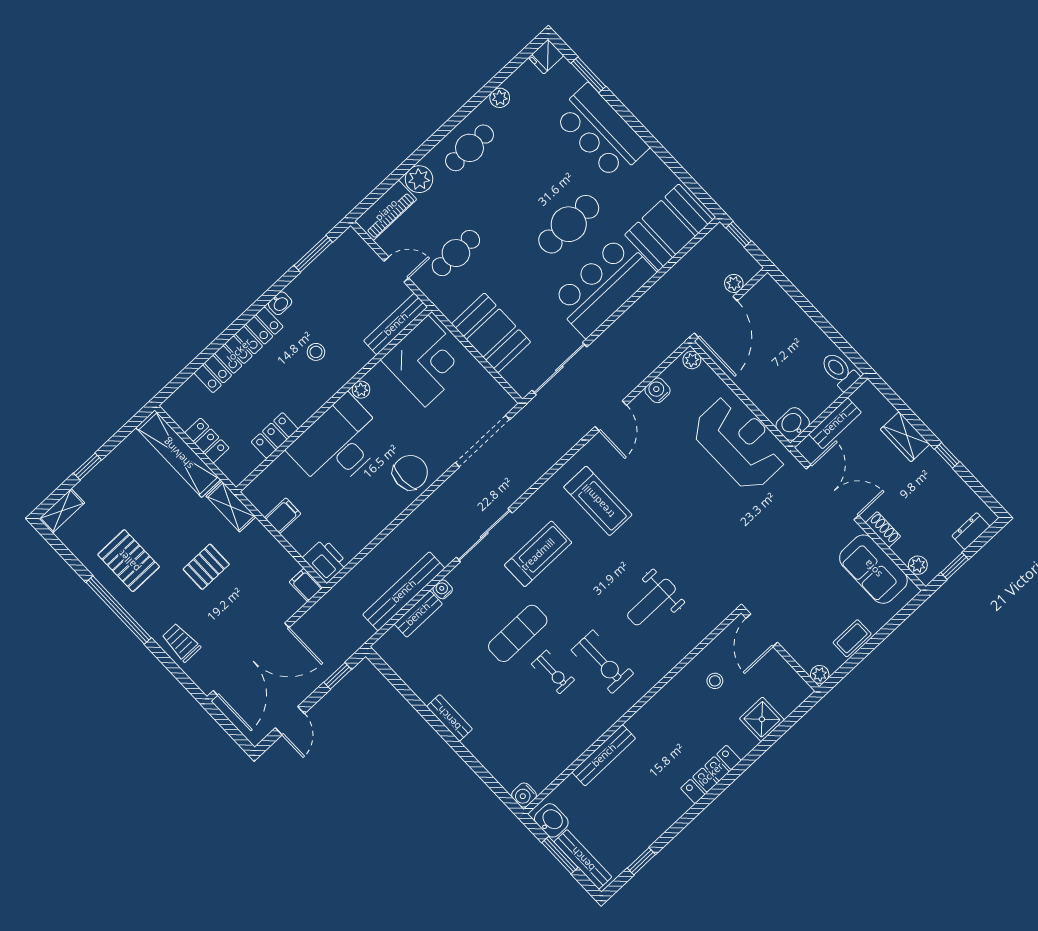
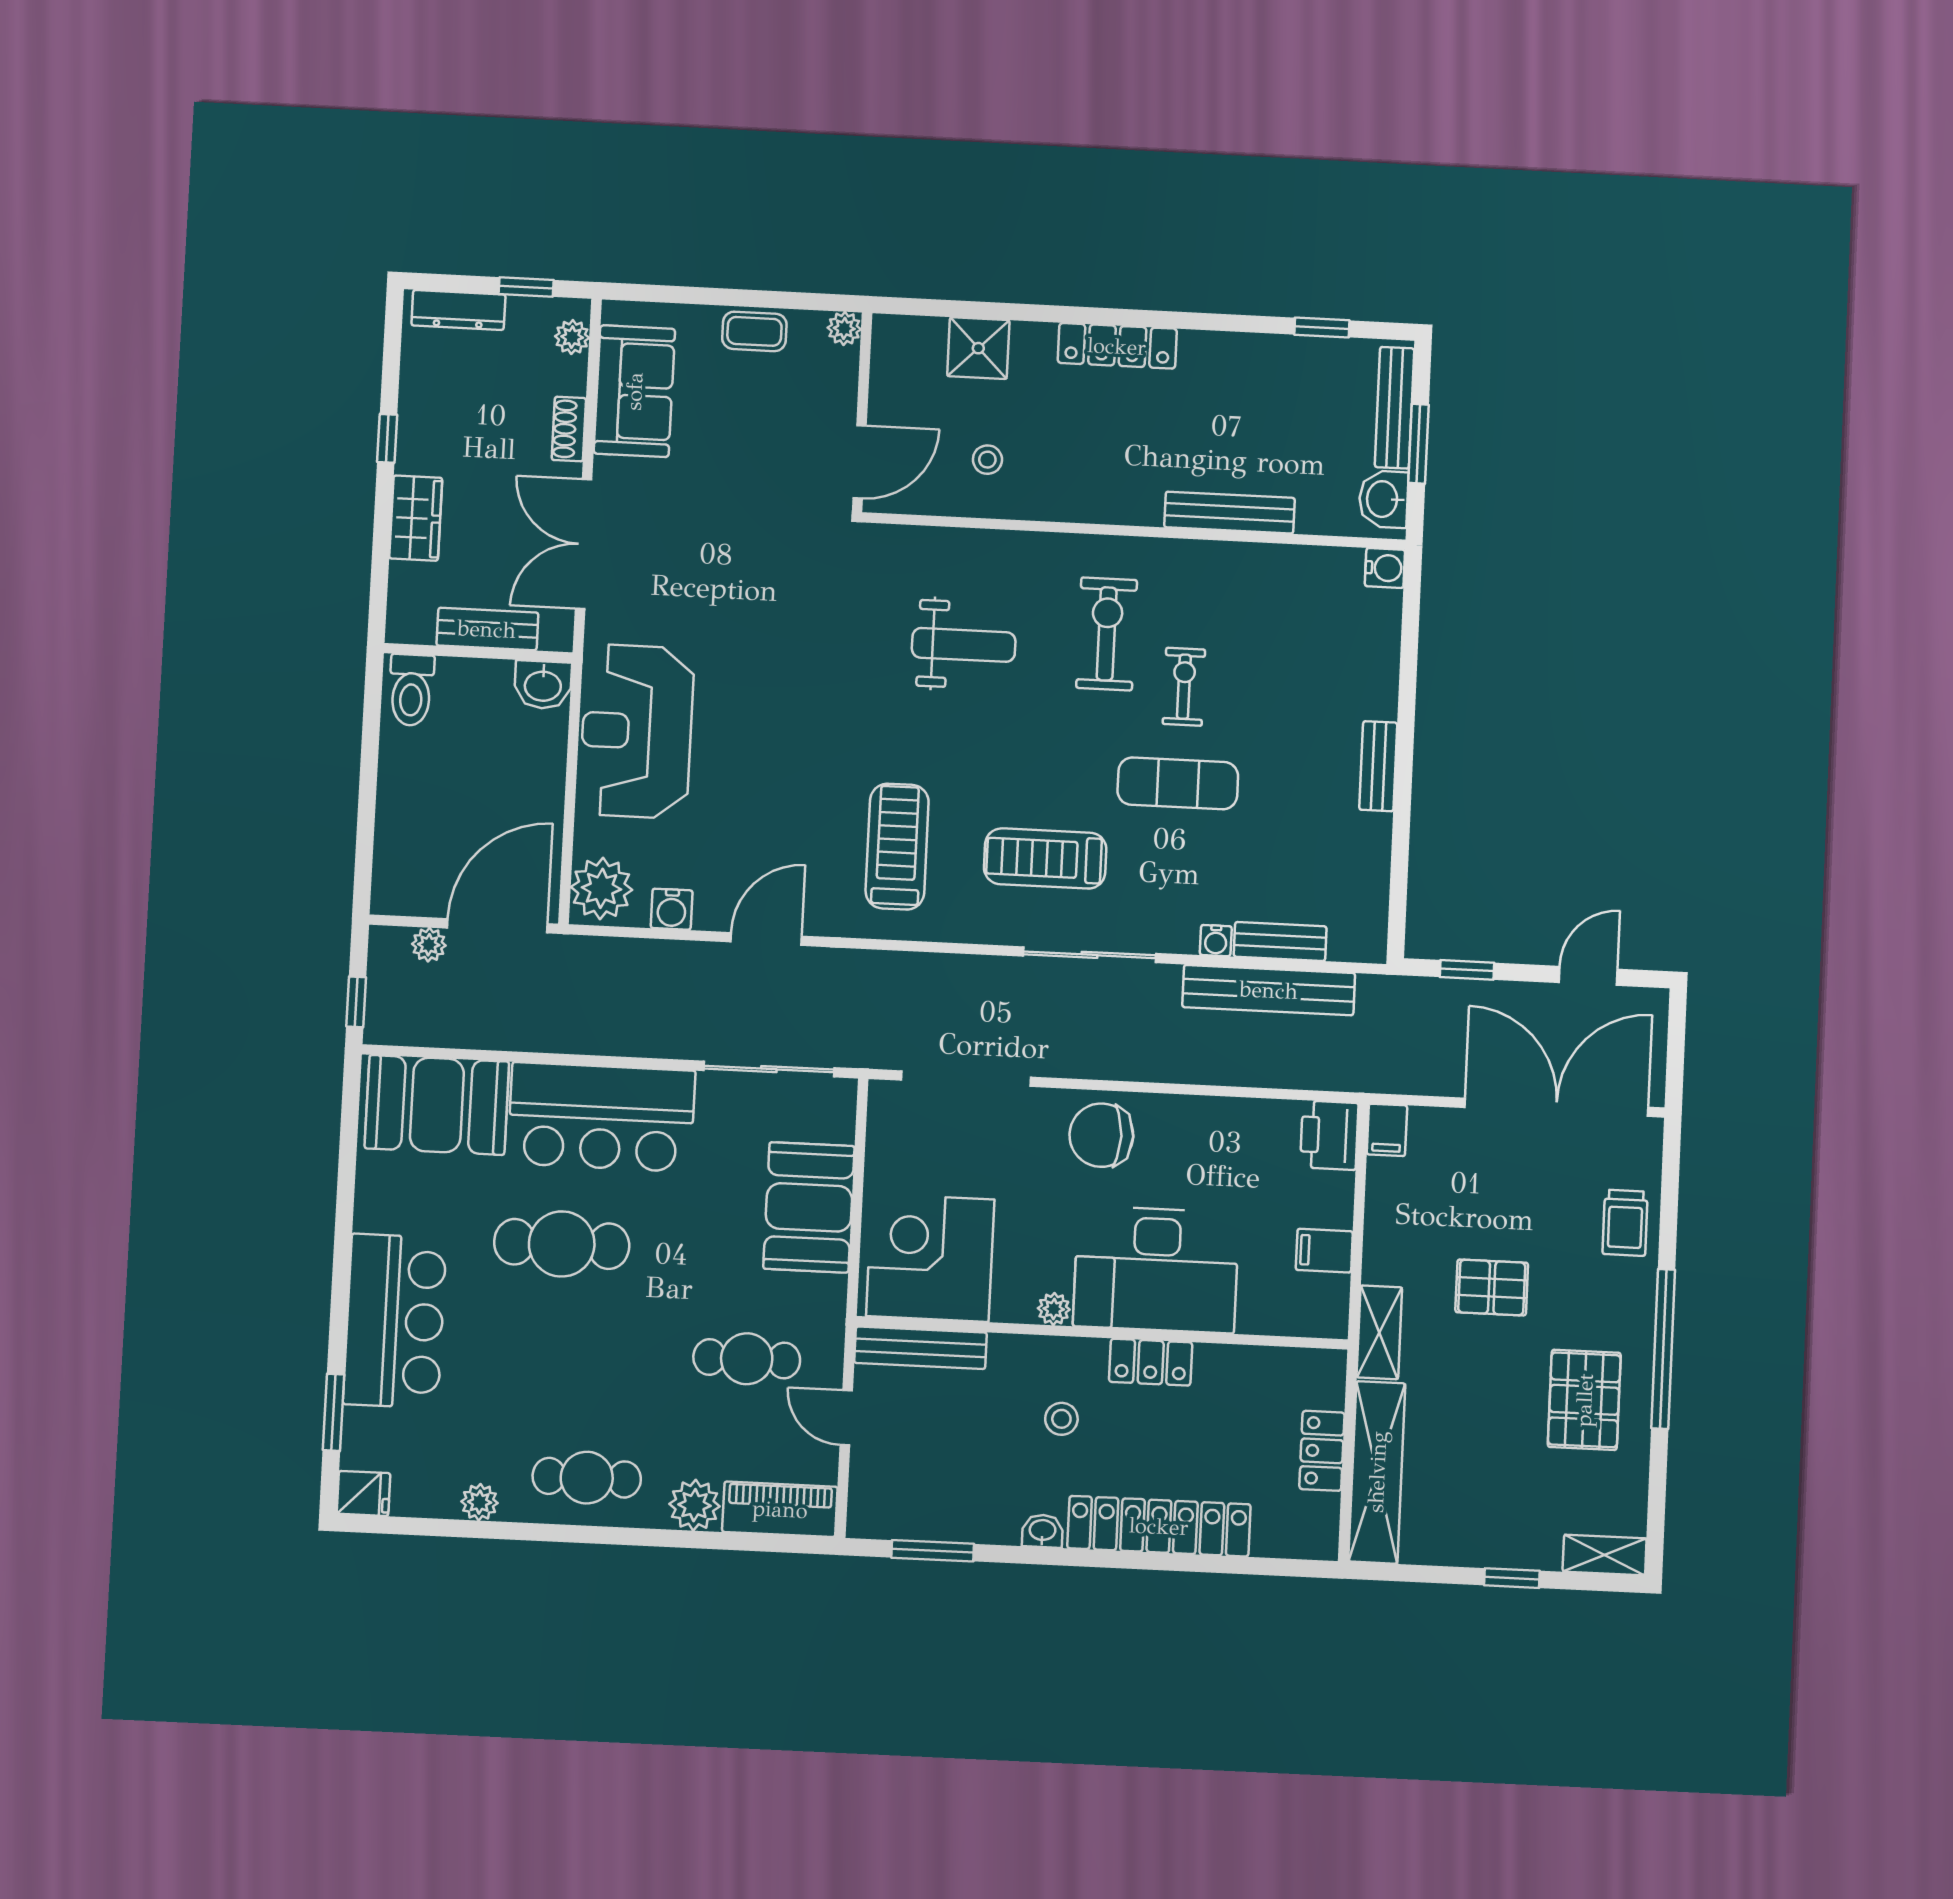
plant: (692, 360) -> (601, 888), width x1.88, depth x1.88
locker: (275, 435) -> (1151, 1362), moved
dresser: (971, 531) -> (458, 310), width x1.44

